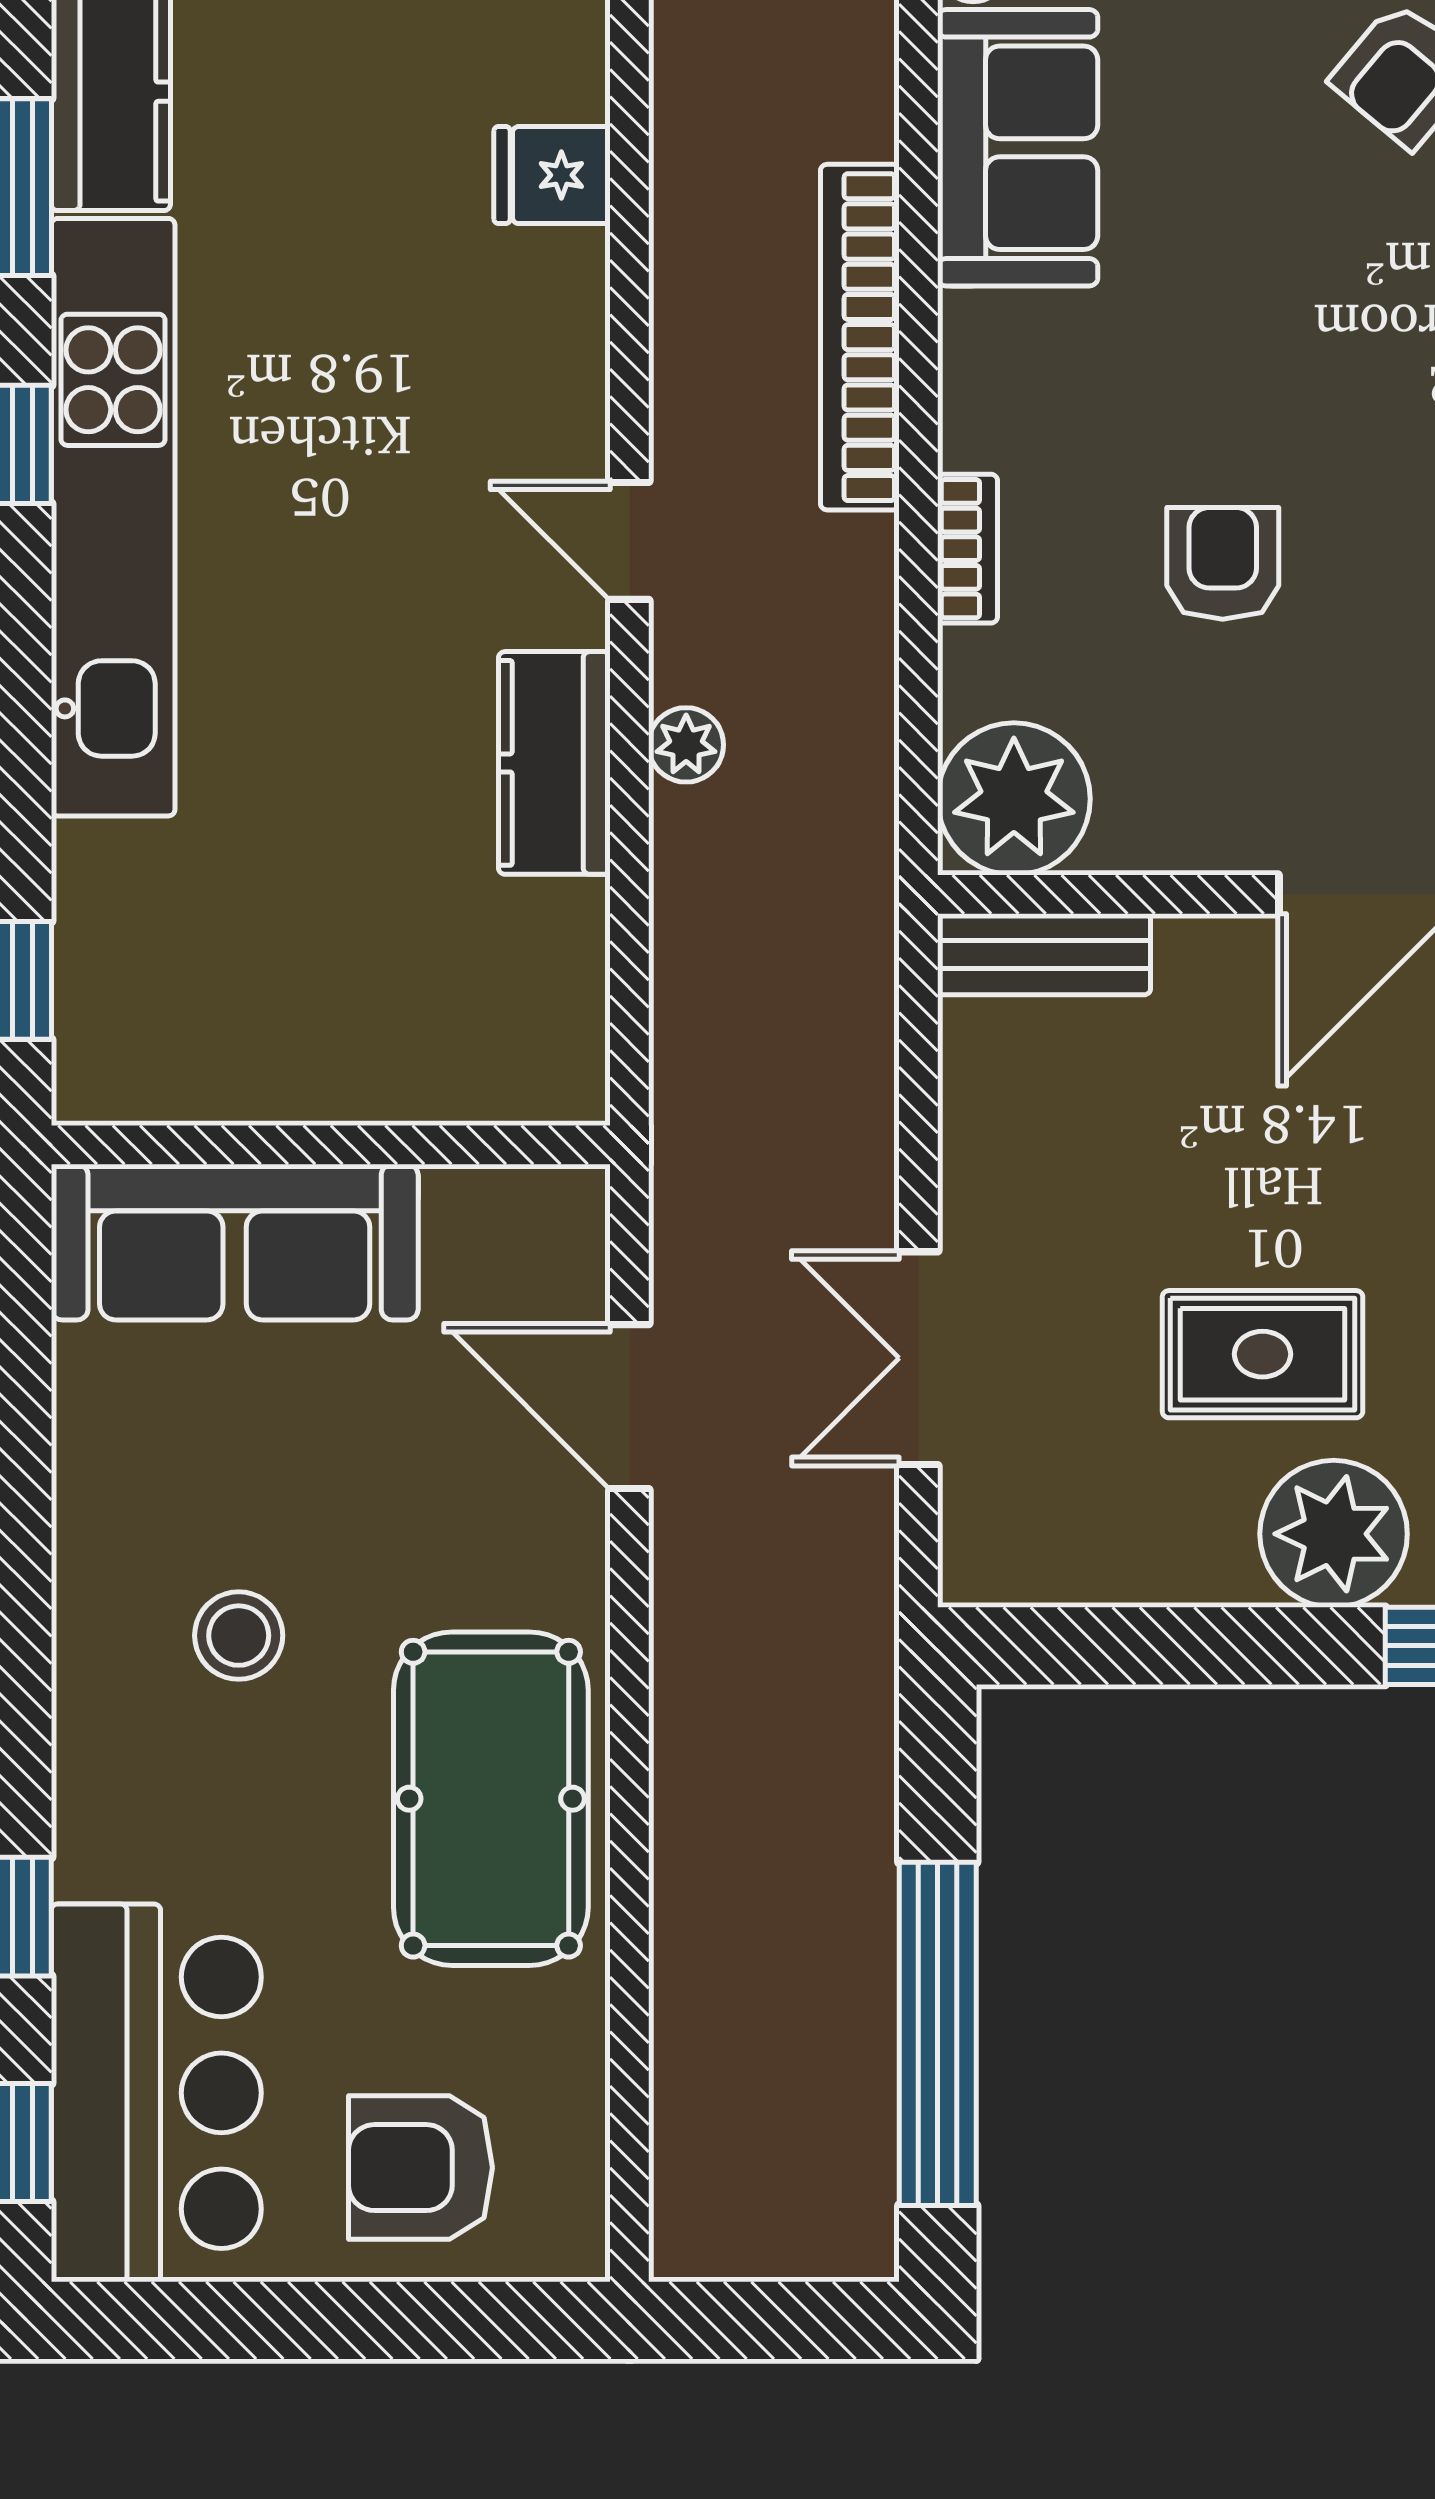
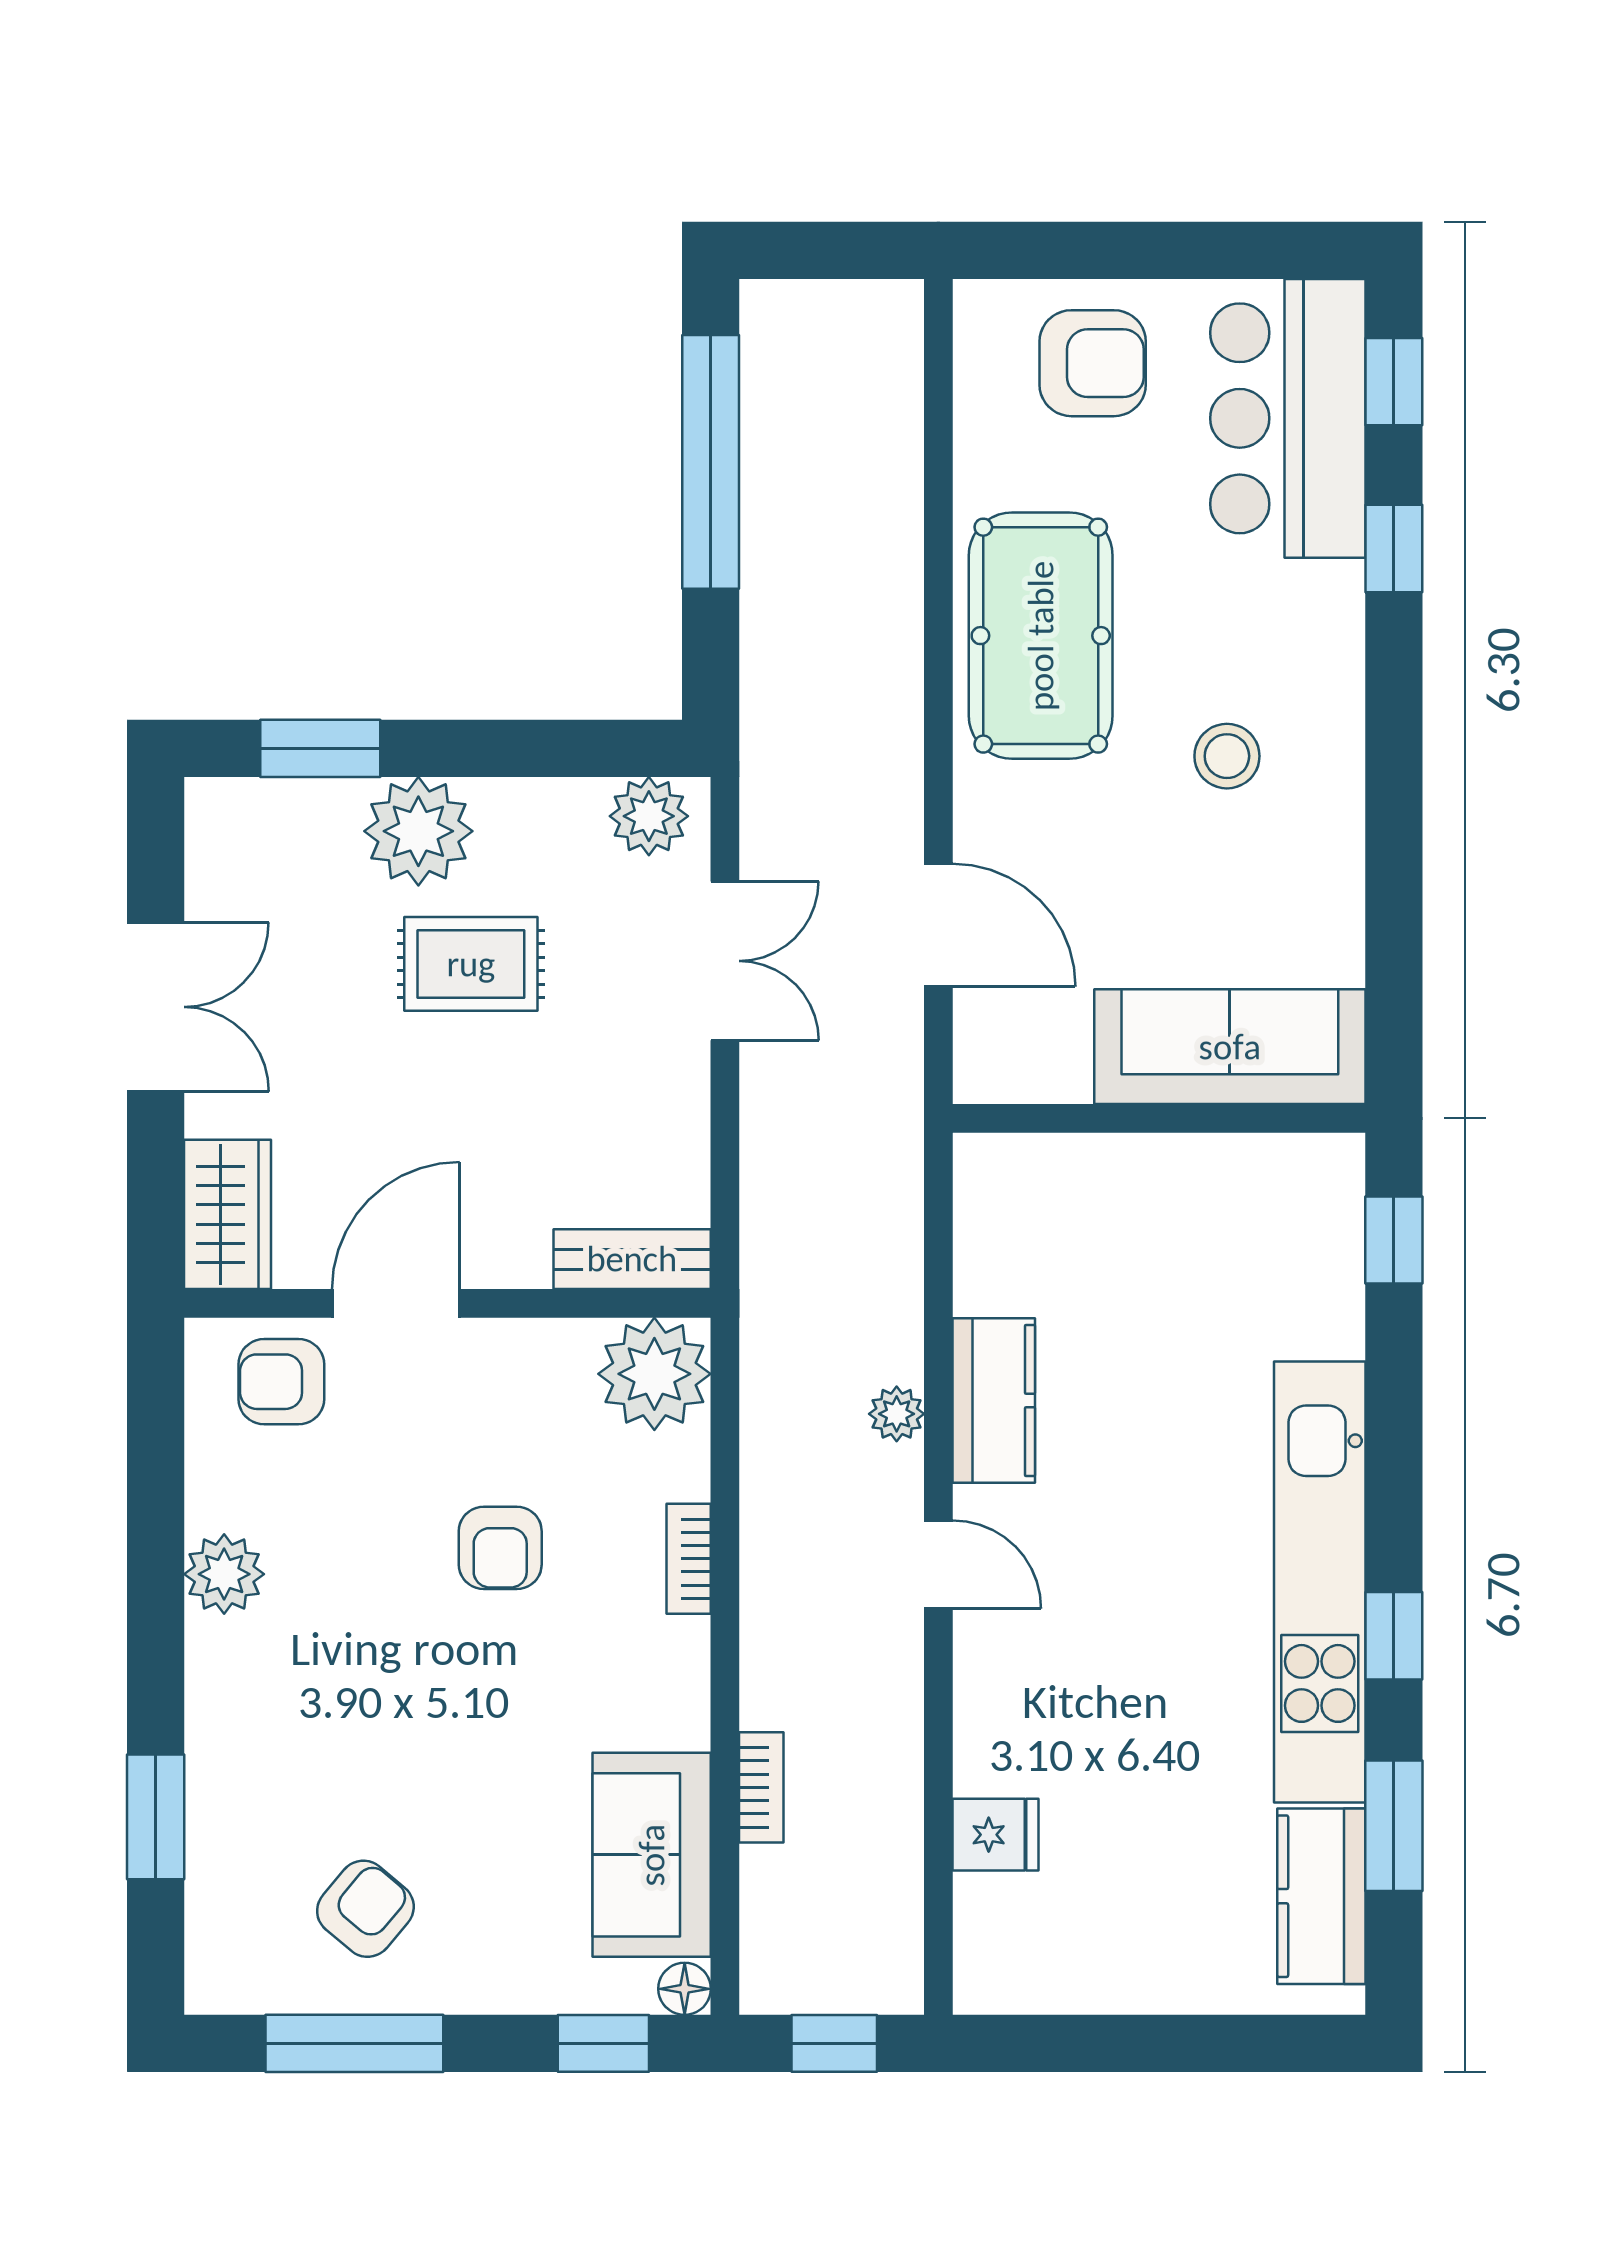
bookcase: (860, 337) -> (761, 1787), width x0.43, depth x0.76
plant: (1022, 1554) -> (649, 816), added

